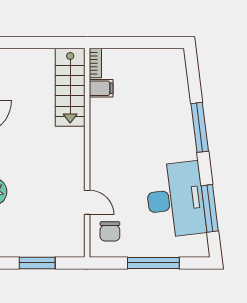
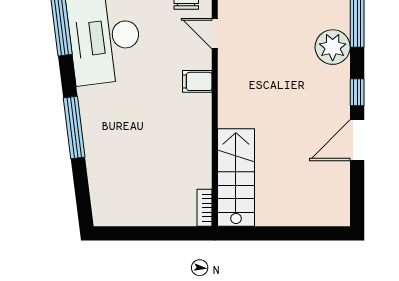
filing cabinet: (101, 88) -> (197, 81), moved

